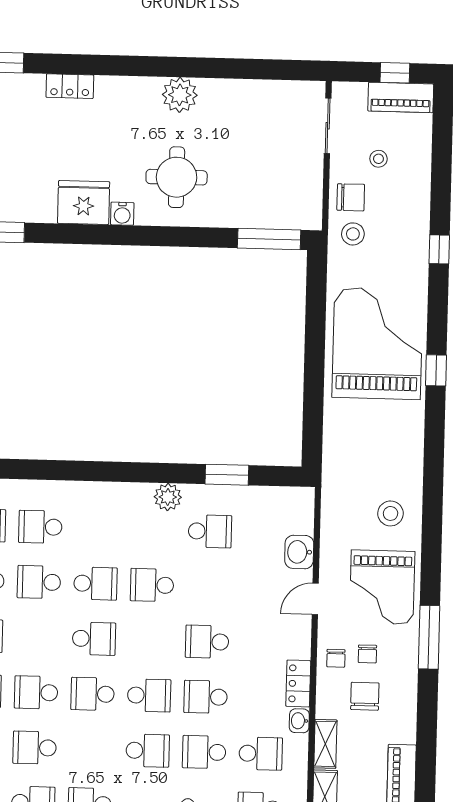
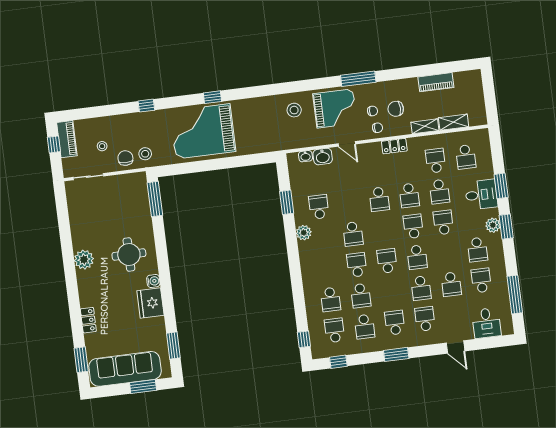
washbasin: (299, 721) -> (306, 156), moved

